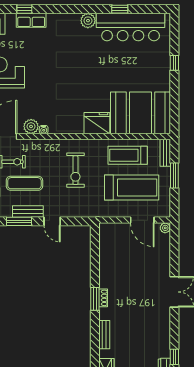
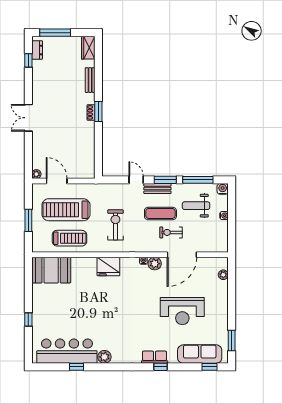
booth: (141, 113) -> (51, 270), width x0.73, depth x0.70
fridge: (97, 123) -> (108, 266), moved
bench: (165, 153) -> (36, 240), removed

